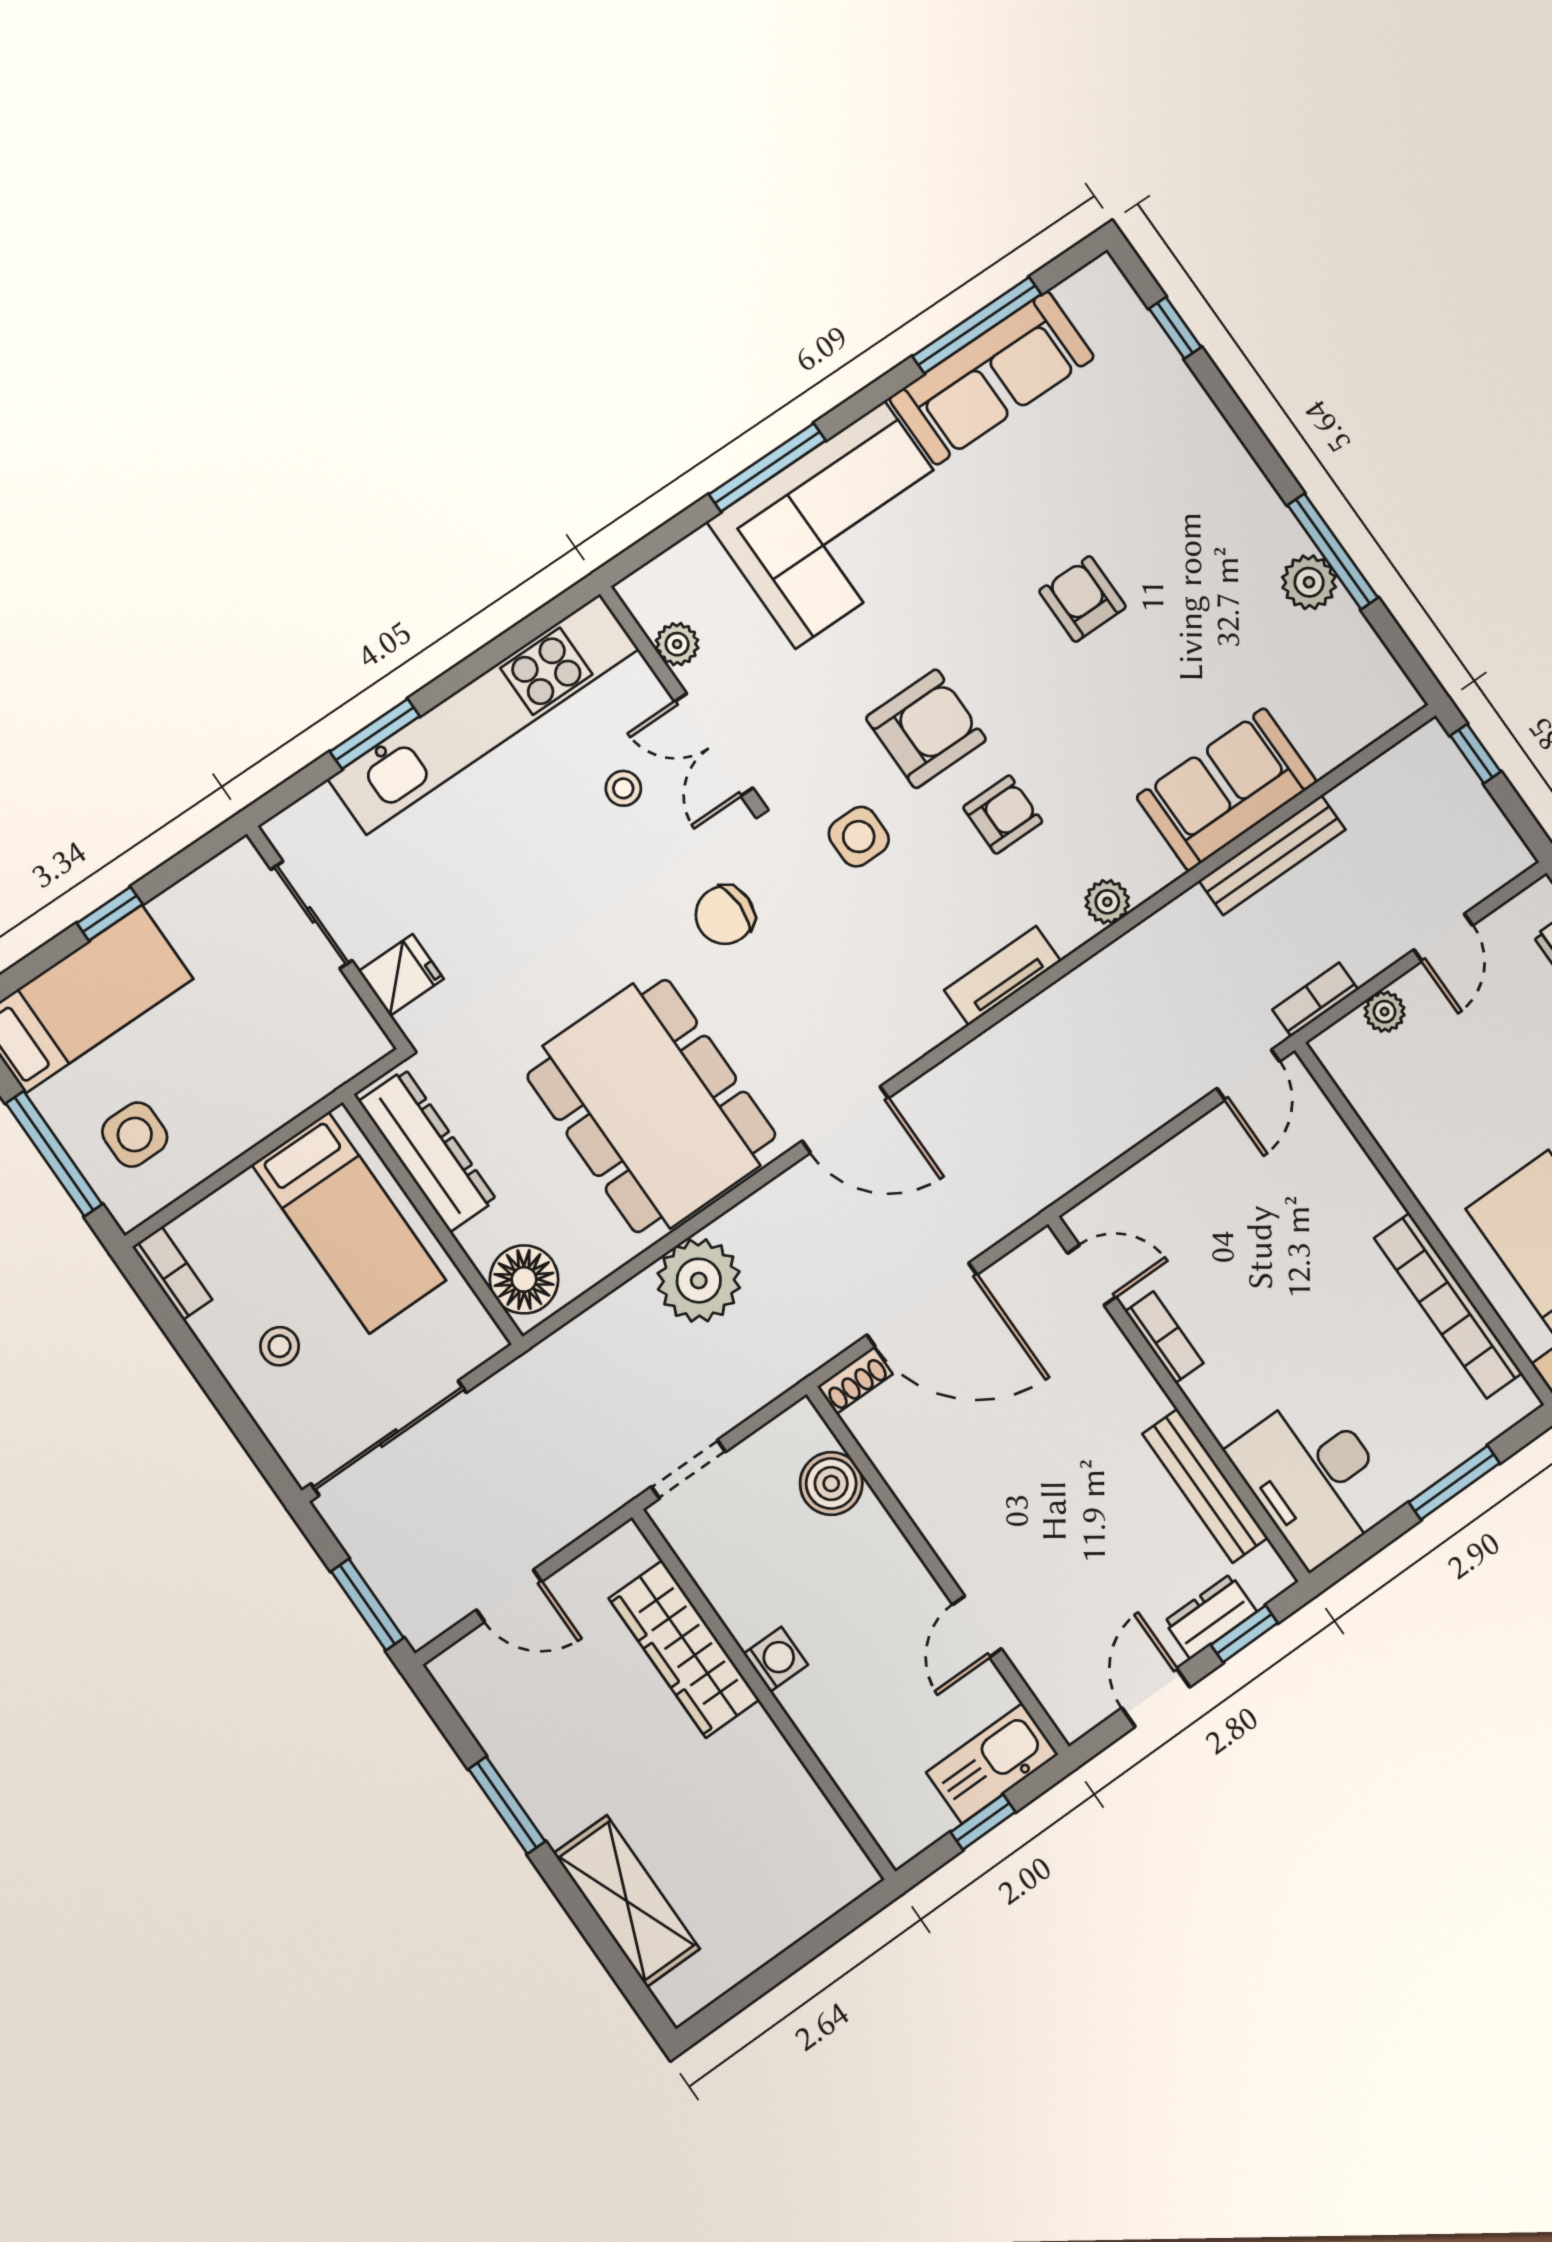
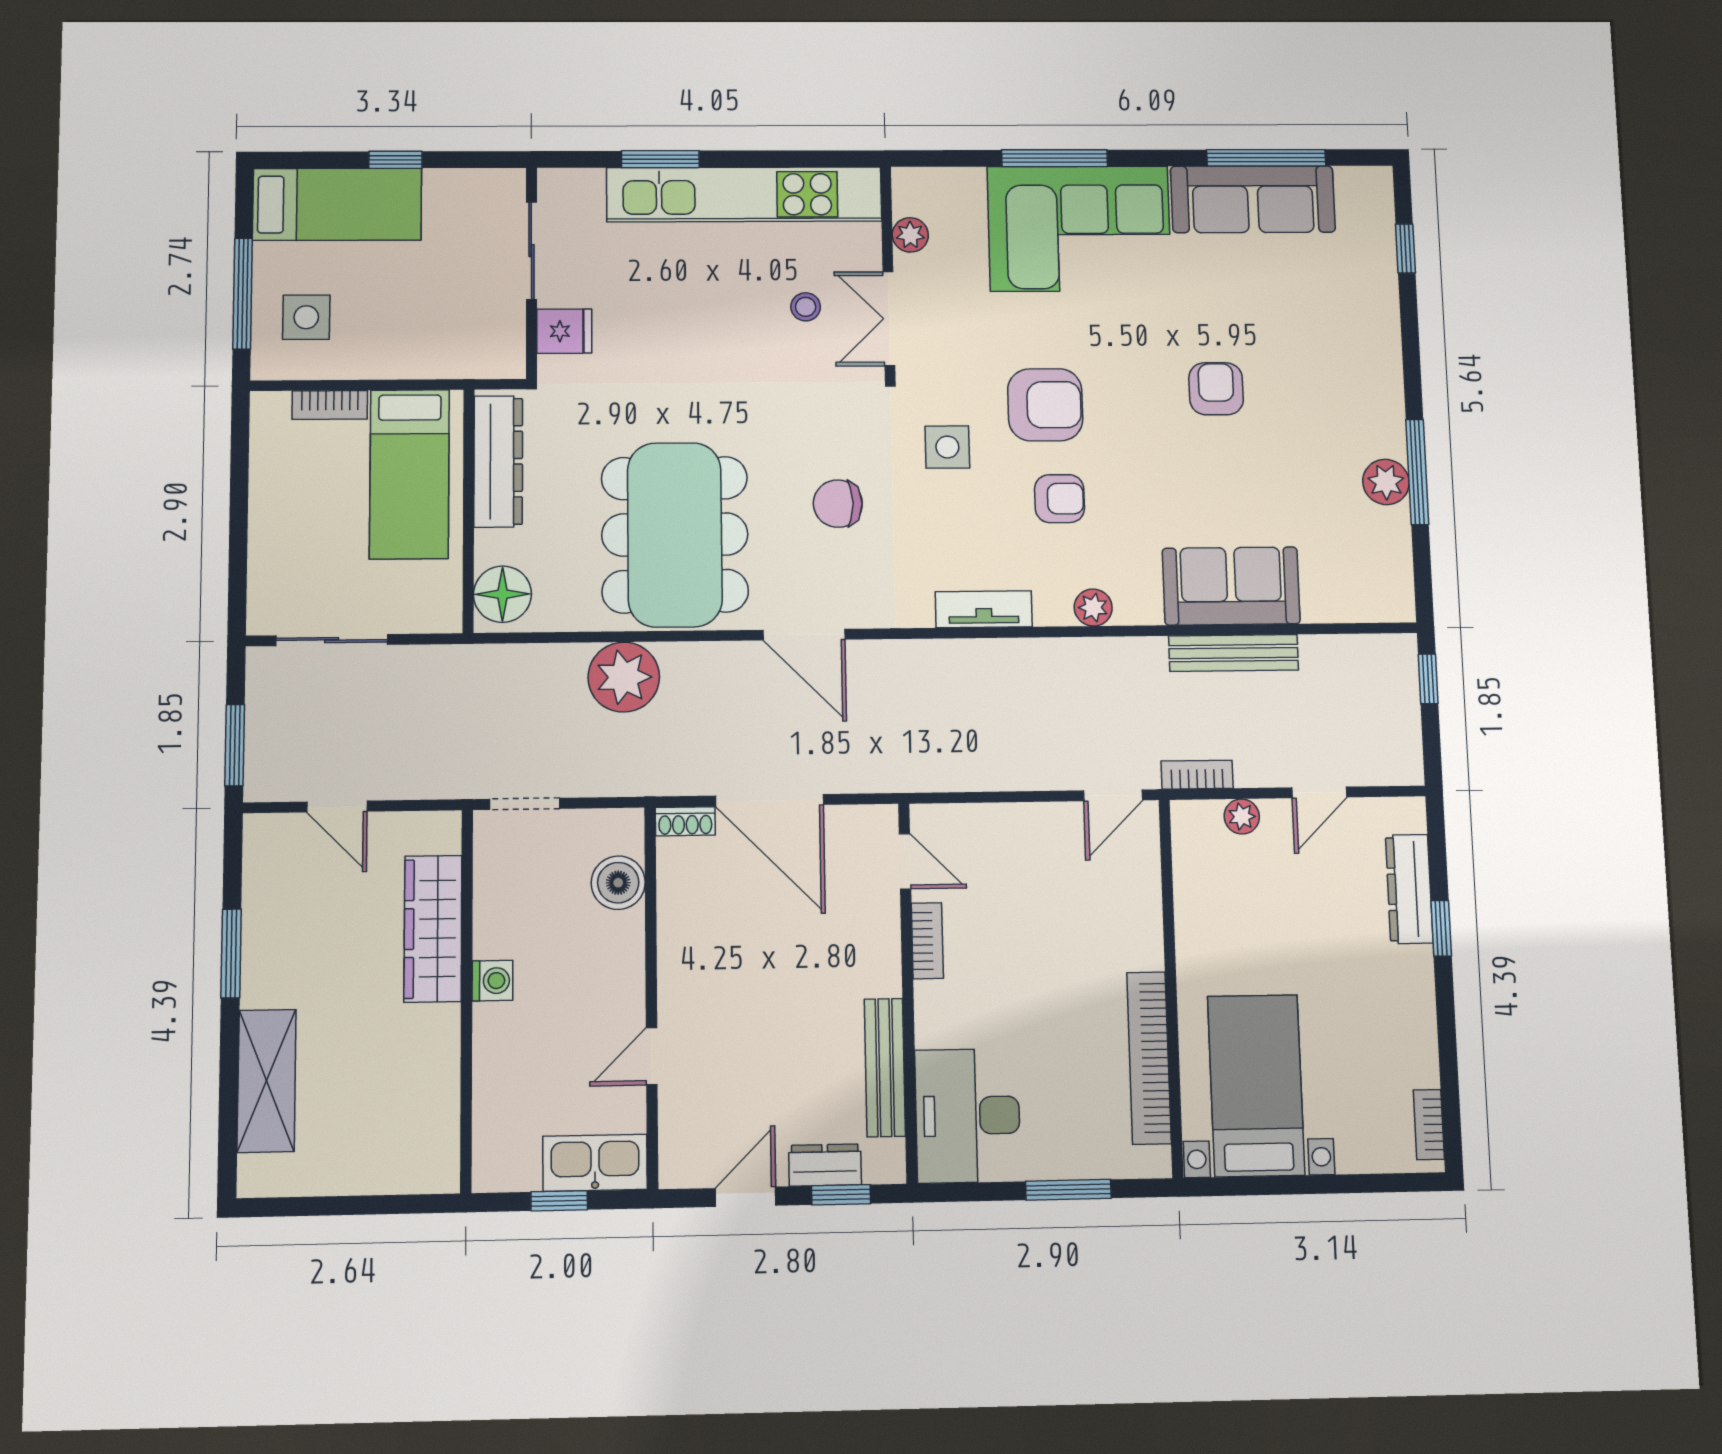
chair: (725, 915) -> (838, 504), moved
bookcase: (172, 1273) -> (330, 405), moved, turned 90
stool: (280, 1346) -> (302, 526), removed
sliding door: (389, 1438) -> (332, 640), width x0.73

